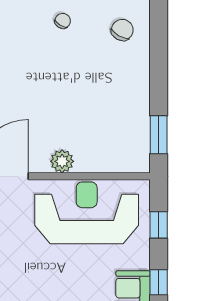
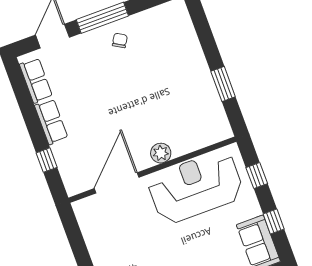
chair: (122, 30) -> (170, 30), removed
window: (159, 135) -> (223, 84), moved

